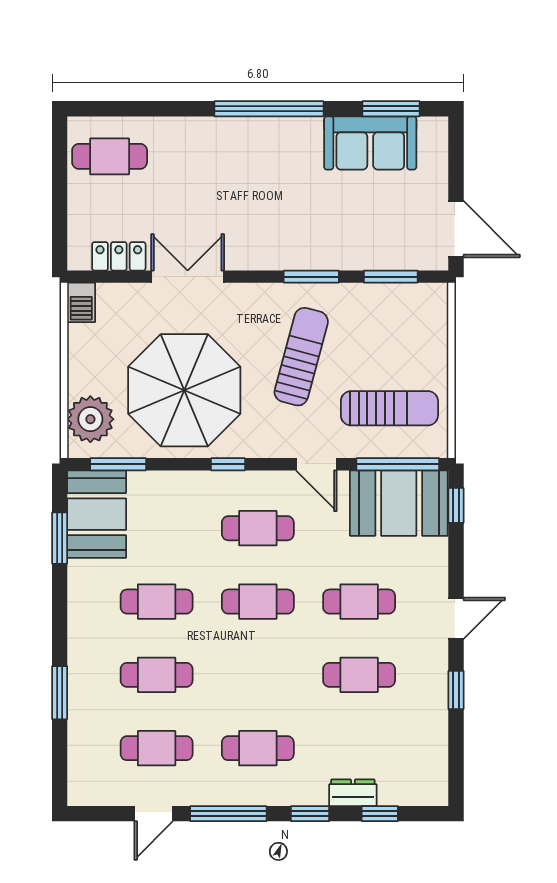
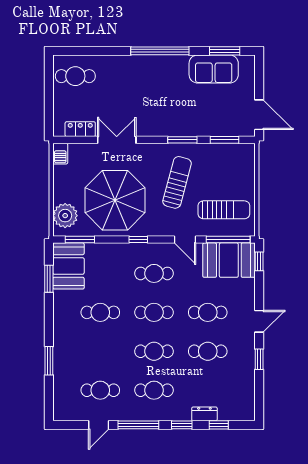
cafe table: (157, 675) -> (154, 351), moved

